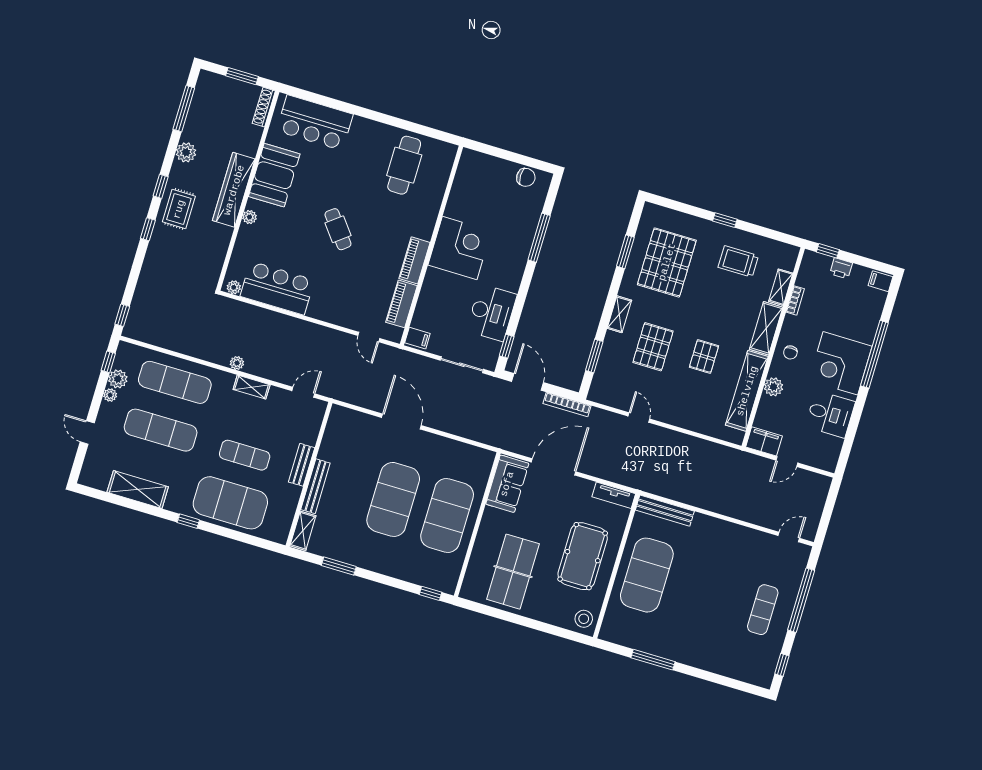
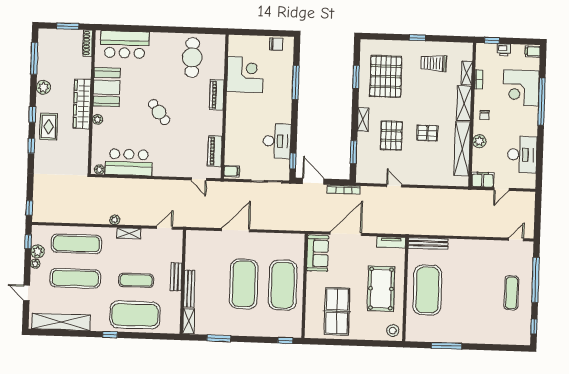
corner desk: (460, 248) -> (245, 75), moved
piano: (415, 260) -> (217, 95), moved
pallet: (704, 356) -> (427, 133), turned 90
corner desk: (840, 363) -> (521, 88), moved
desk: (830, 414) -> (522, 155), width x1.37
door: (401, 422) -> (236, 230), hinge flipped
shelving: (138, 489) -> (61, 322), width x1.47

